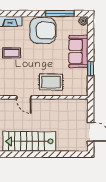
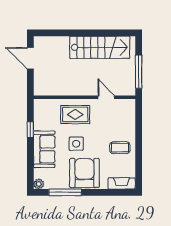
armchair: (43, 31) -> (84, 173), turned 90
side table: (50, 56) -> (76, 144), added

